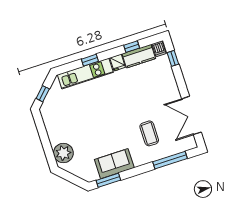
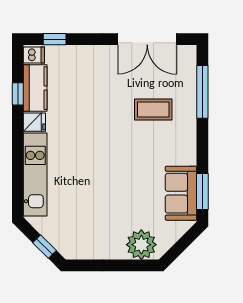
window: (90, 60) -> (18, 162), removed
sofa: (114, 164) -> (181, 193), moved

